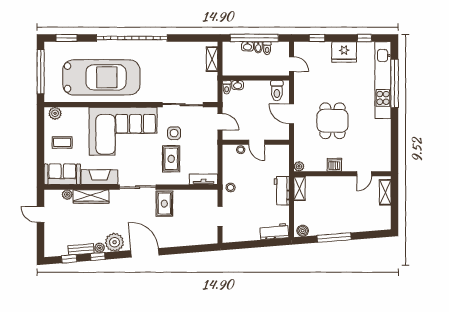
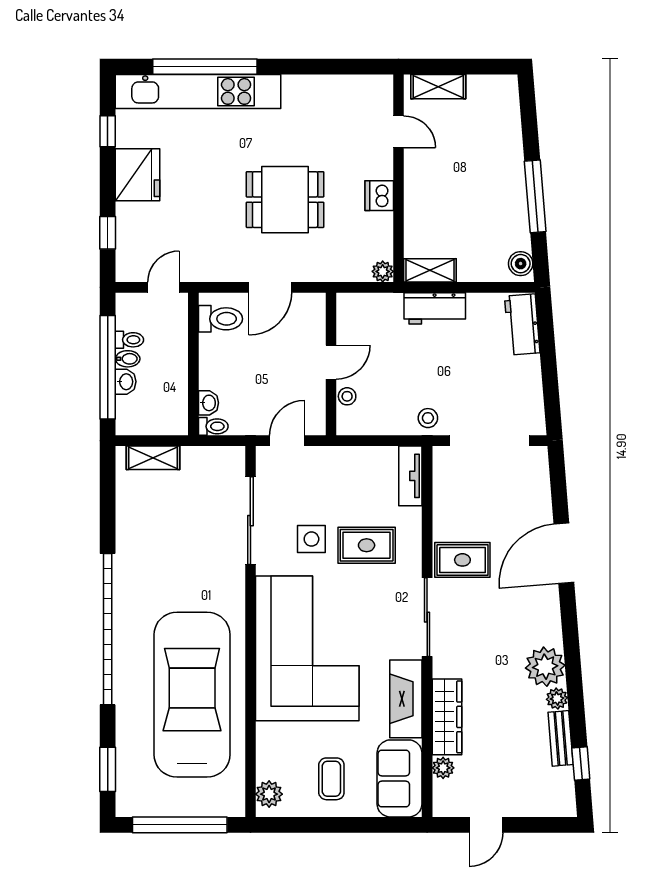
doorway: (220, 216) -> (490, 441), width x1.88
door: (145, 253) -> (564, 553), moved
window: (98, 257) -> (576, 702), removed

